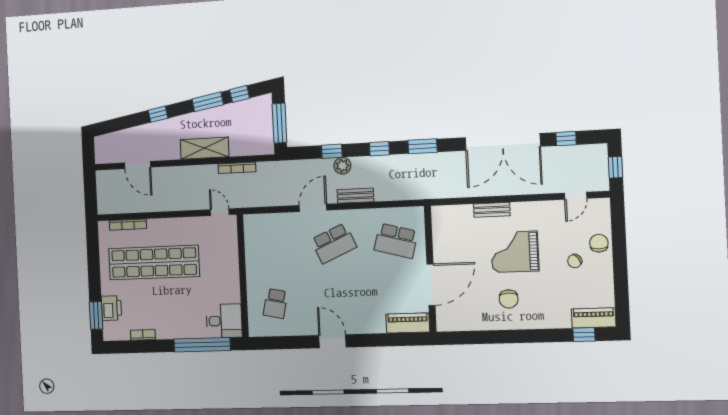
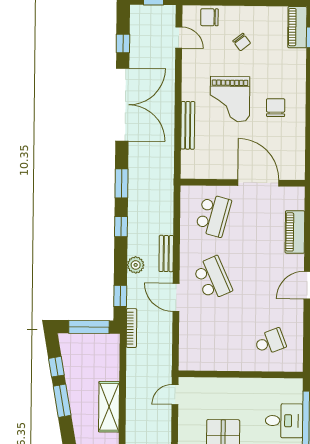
window: (332, 151) -> (120, 296), moved
bookcase: (237, 168) -> (132, 328), moved
bench: (492, 210) -> (188, 125), width x1.36
chair: (599, 243) -> (209, 17), moved
chair: (509, 299) -> (276, 108), turned -90
school desk: (275, 303) -> (270, 342), turned -33
desk: (224, 321) -> (284, 421), moved, turned 90
piano: (408, 323) -> (295, 232), moved

